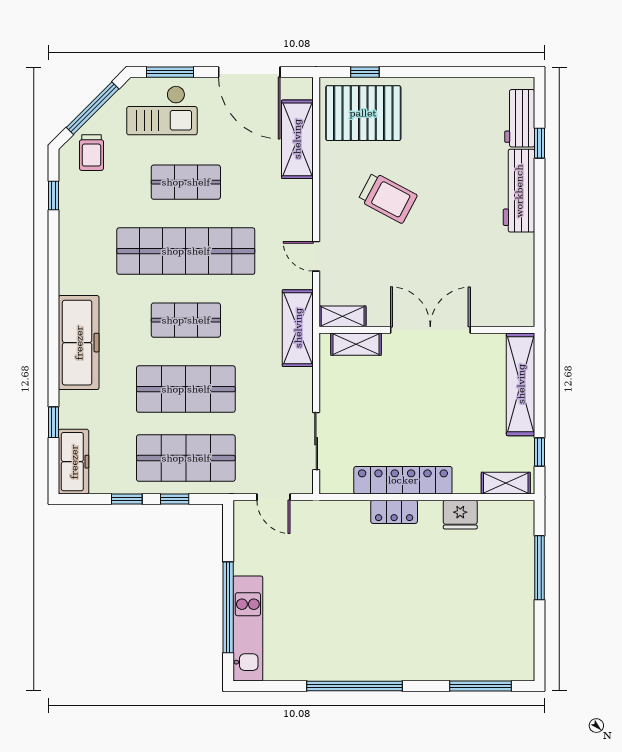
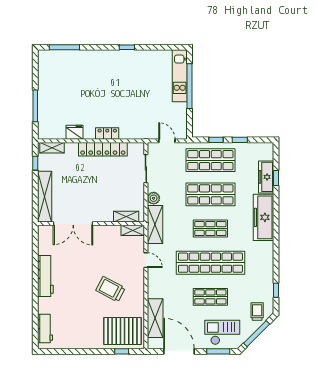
window: (540, 143) -> (35, 316), removed
workbench: (519, 191) -> (45, 276), moved
double door: (430, 330) -> (73, 224), moved
plant: (301, 381) -> (154, 198), added
freezer: (74, 462) -> (266, 177), moved
window: (355, 686) -> (127, 47), width x0.32

